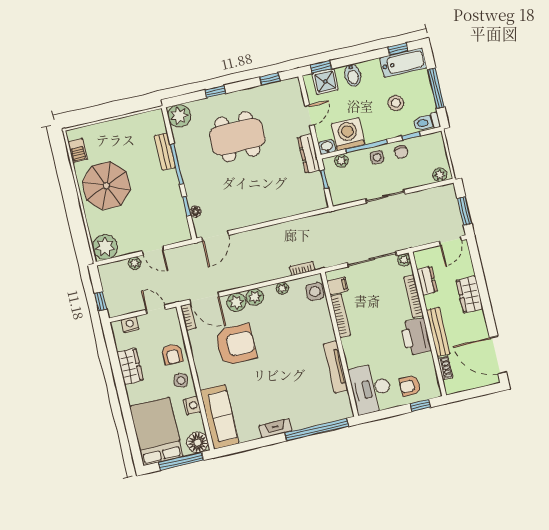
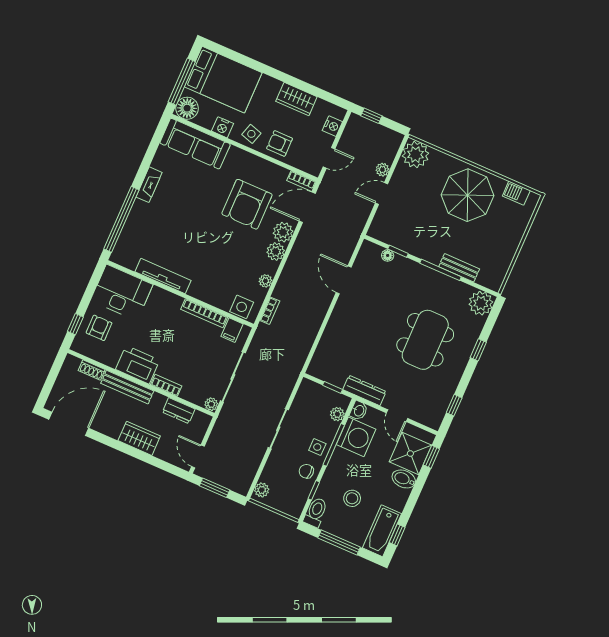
shower: (325, 81) -> (410, 454), width x1.36, depth x1.36
door: (215, 236) -> (344, 280), moved
bookcase: (413, 297) -> (166, 385), width x0.64

